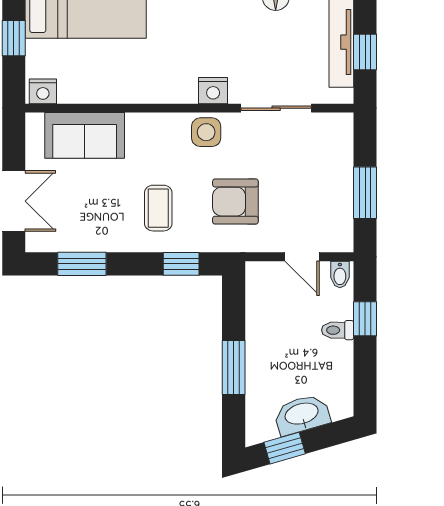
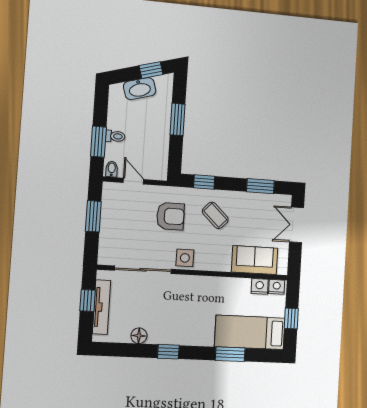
nightstand: (213, 91) -> (260, 286), moved
sliding door: (276, 108) -> (143, 270), width x1.37
coffee table: (158, 208) -> (215, 215), turned -46
window: (365, 319) -> (98, 142), width x1.50

